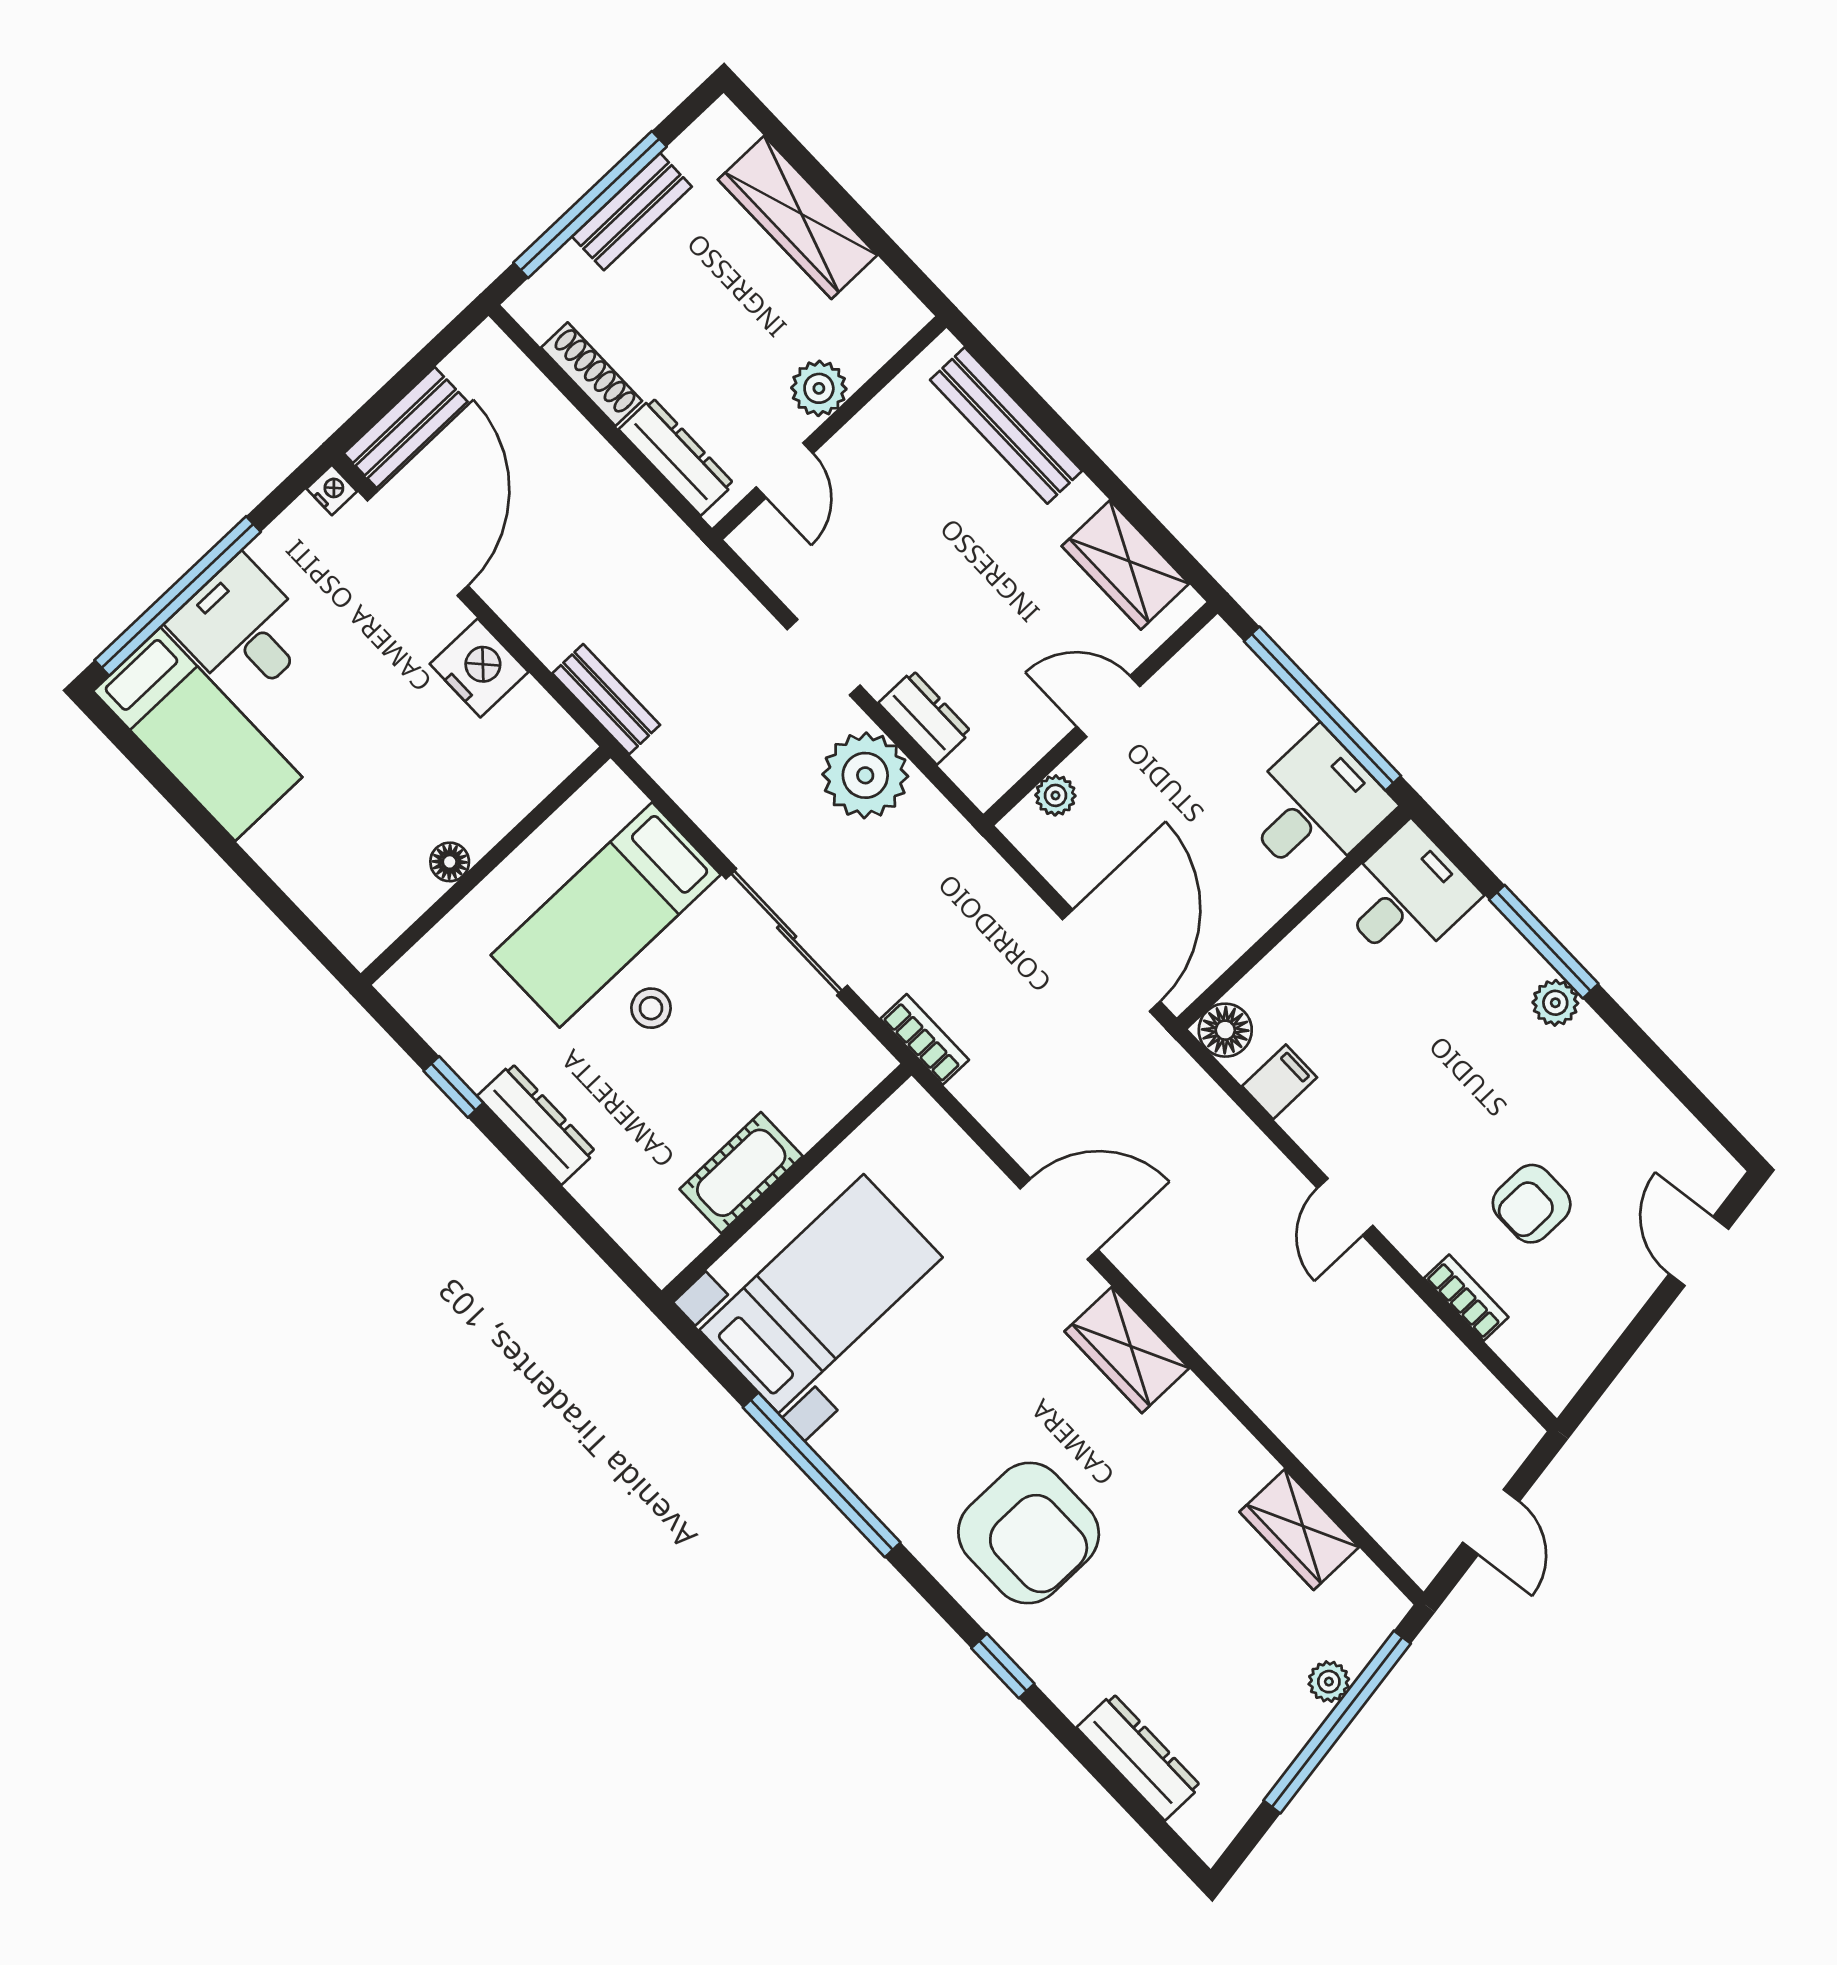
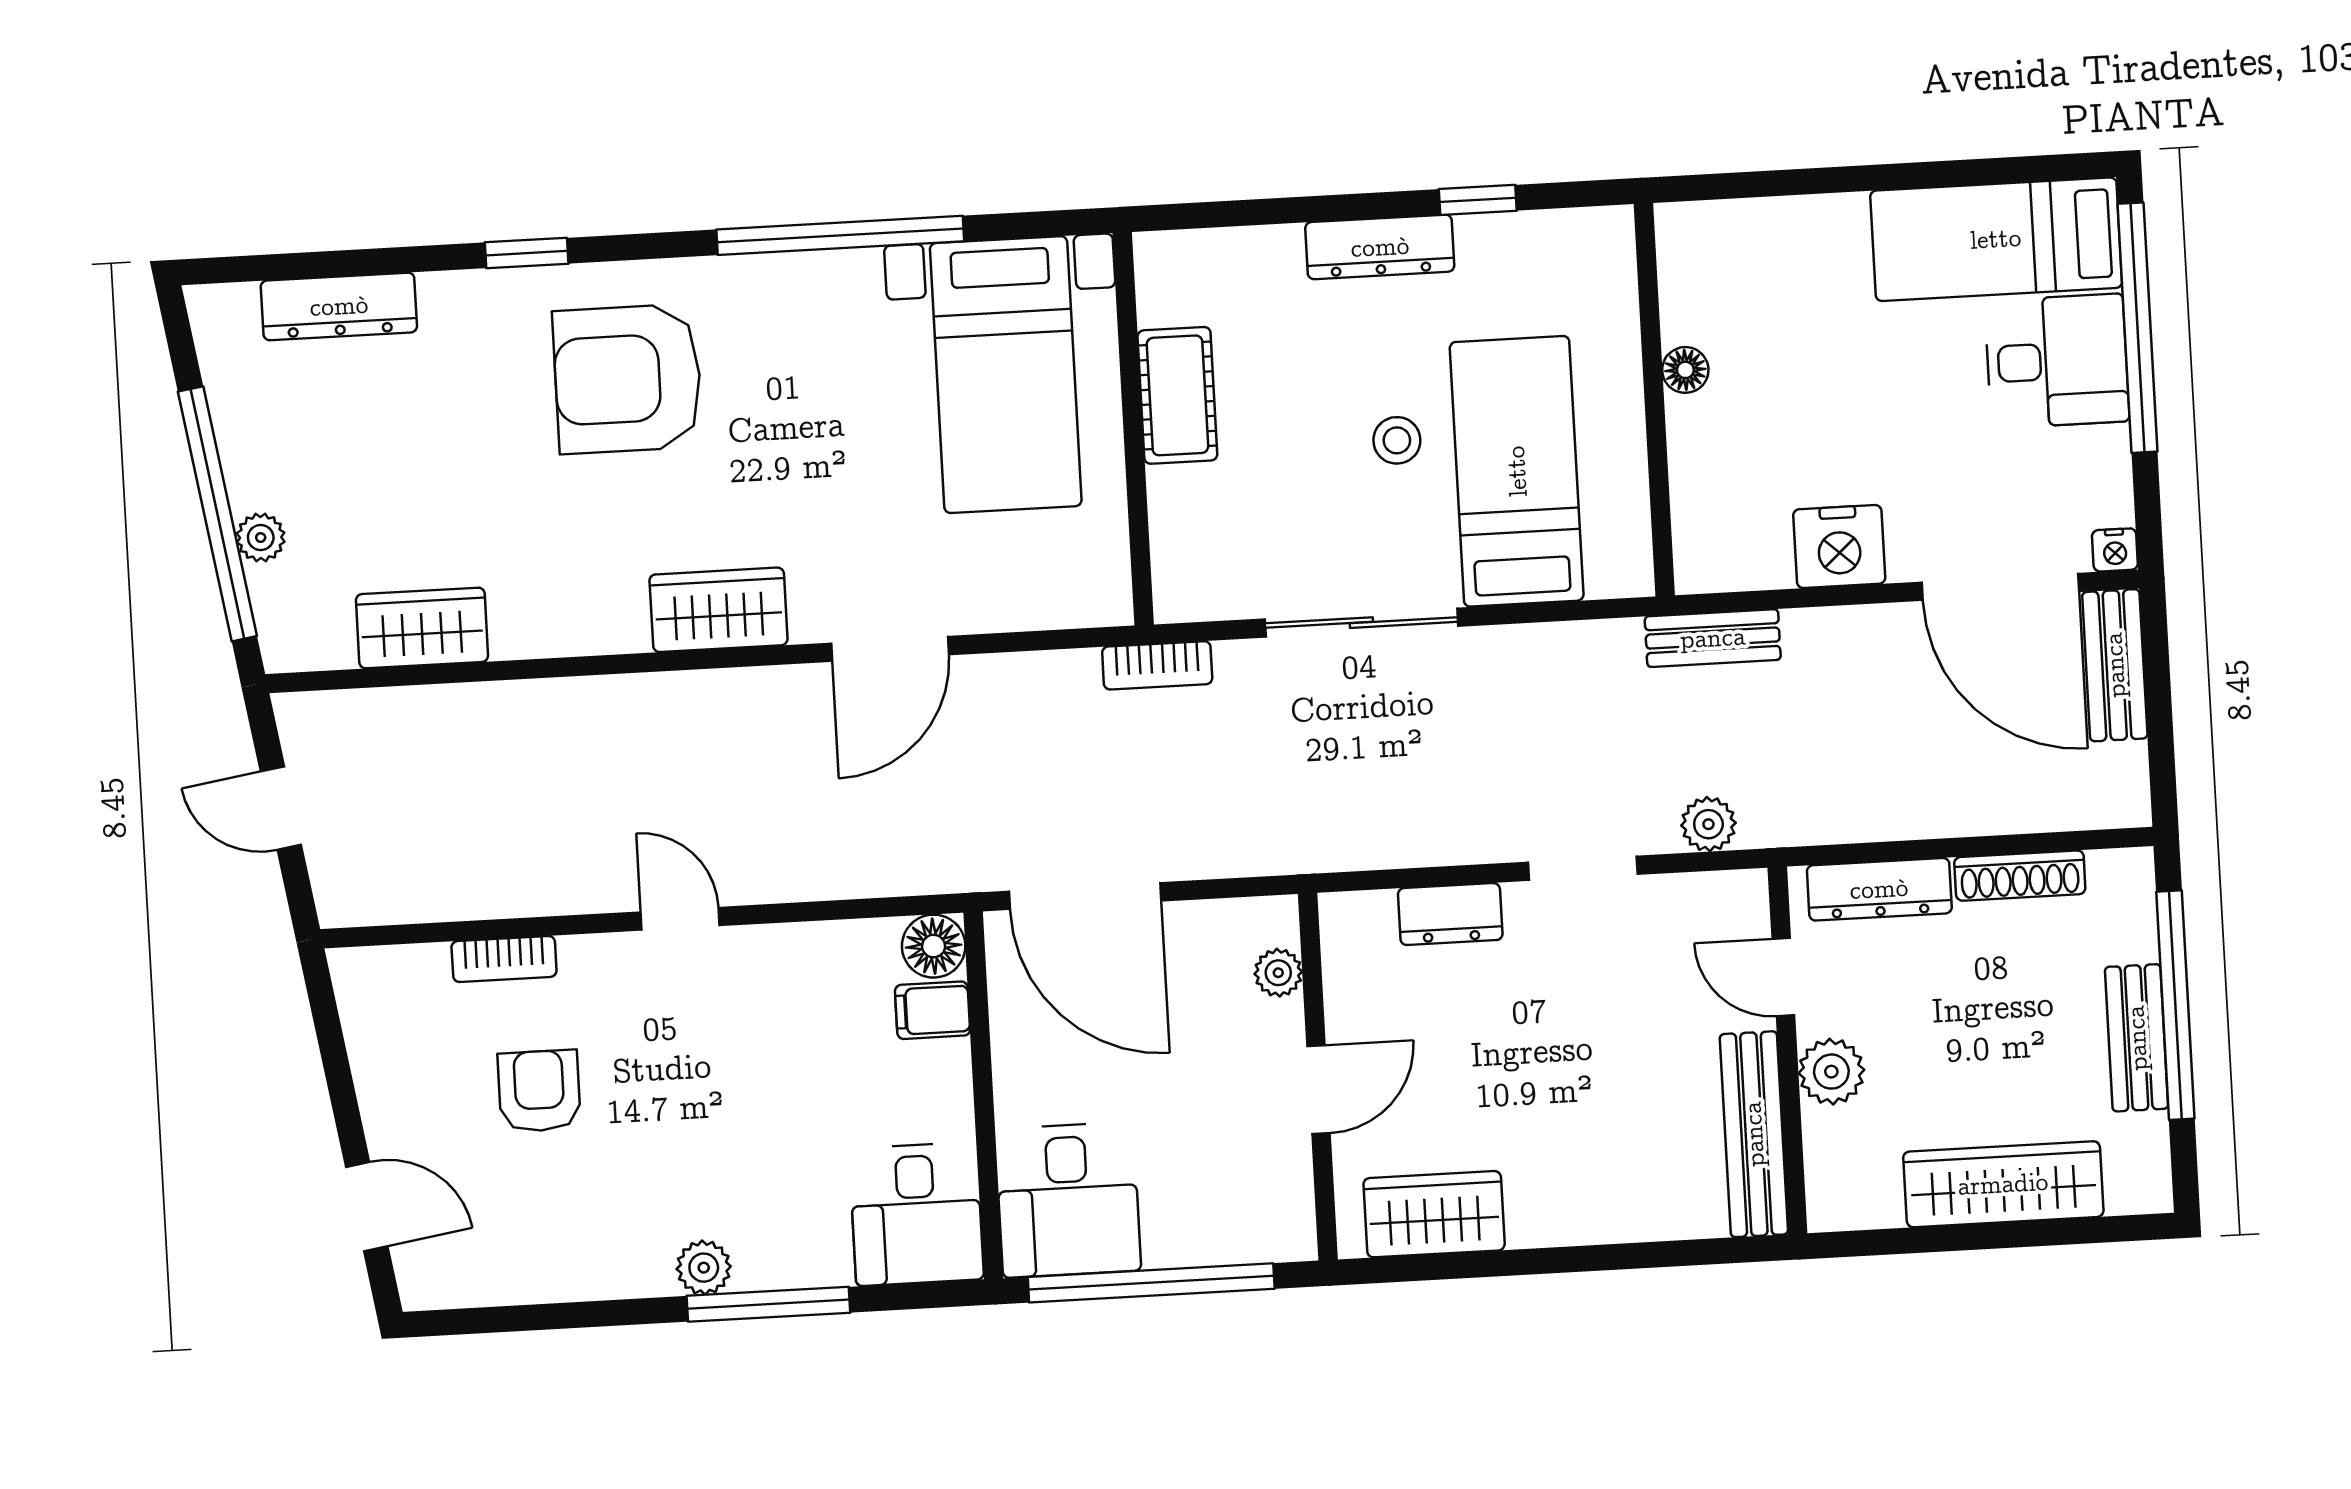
bench: (1006, 425) -> (1754, 1134), moved, turned 90
plant: (865, 775) -> (1708, 824), moved, width x0.53, depth x0.53
filing cabinet: (1280, 1082) -> (933, 1010), moved, turned 90

